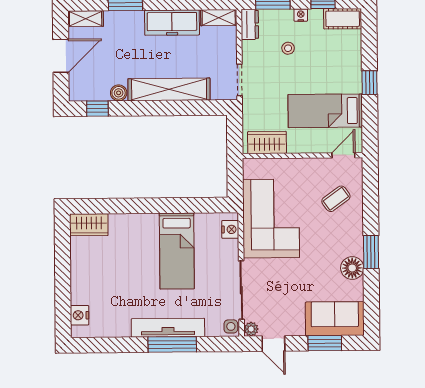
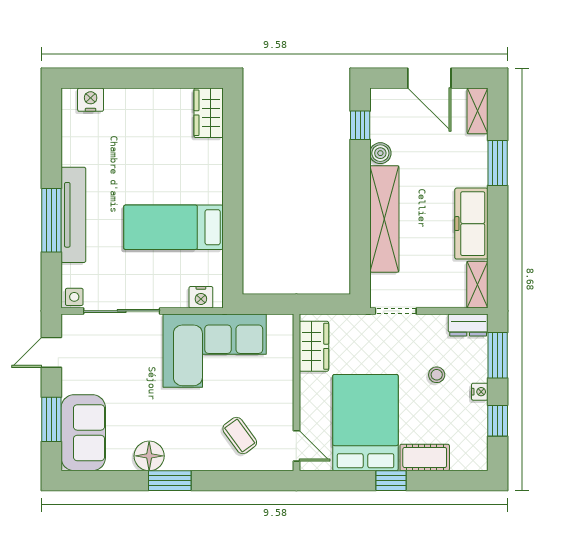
cot: (343, 19) -> (425, 457), moved, turned 90
bed: (325, 111) -> (365, 423), width x1.50
plant: (251, 329) -> (71, 323), removed

